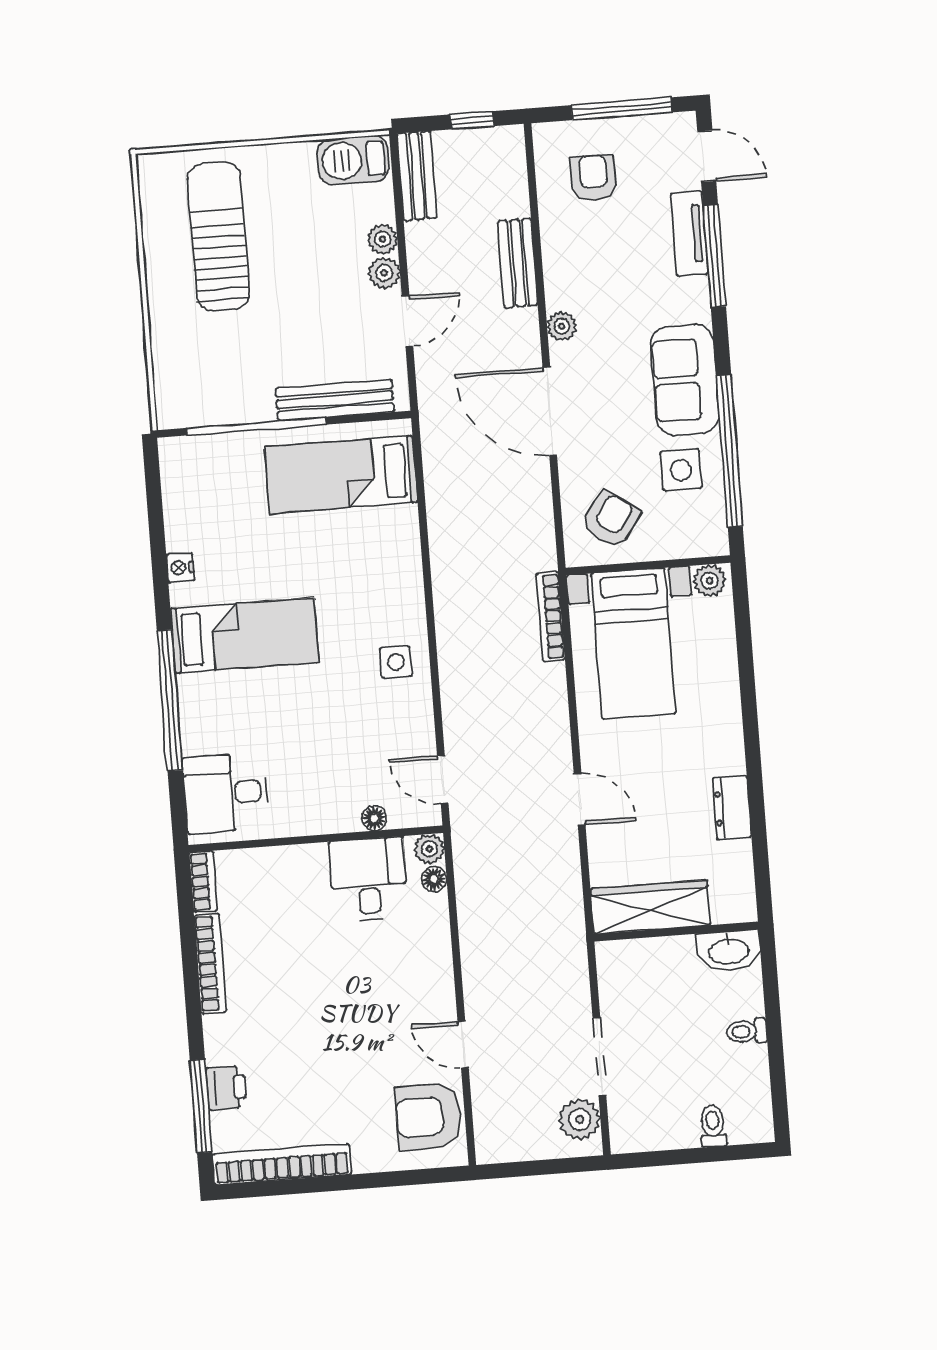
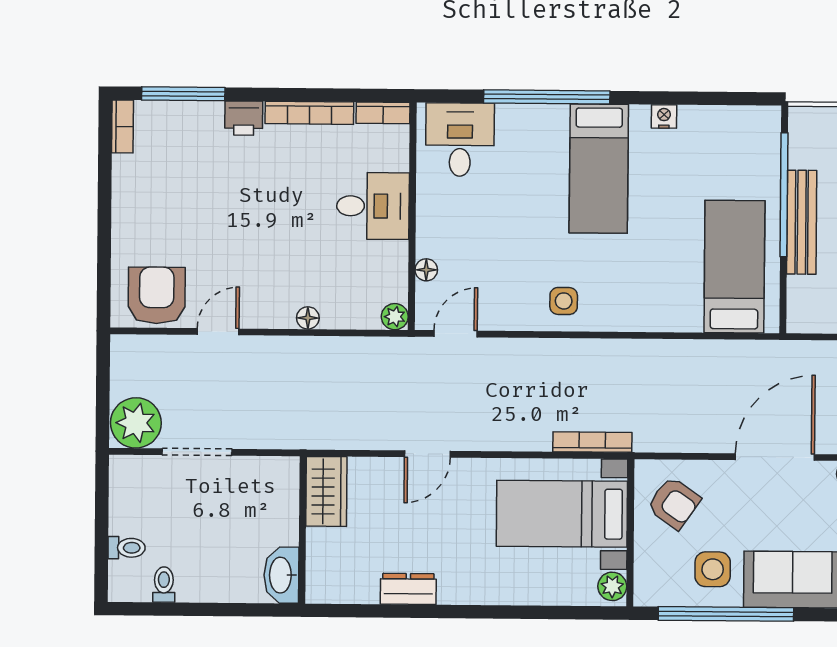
bench: (335, 400) -> (802, 222), moved
desk: (368, 879) -> (373, 206), moved
floor lamp: (434, 879) -> (308, 318), moved
wardrobe: (650, 907) -> (326, 491), width x0.67
toilet: (747, 1031) -> (164, 585), moved
printer: (226, 1088) -> (244, 118), moved
plant: (580, 1119) -> (136, 423), width x1.36, depth x1.36
bookcase: (282, 1164) -> (122, 126), width x0.43, depth x0.76

